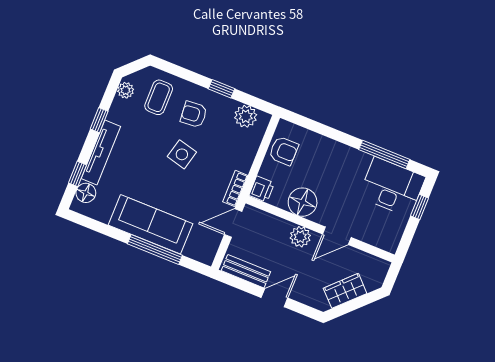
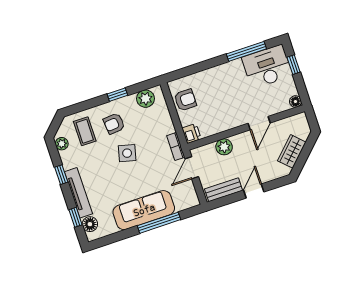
floor lamp: (303, 202) -> (295, 102), moved, width x0.53, depth x0.53
plant: (300, 237) -> (224, 147), moved

